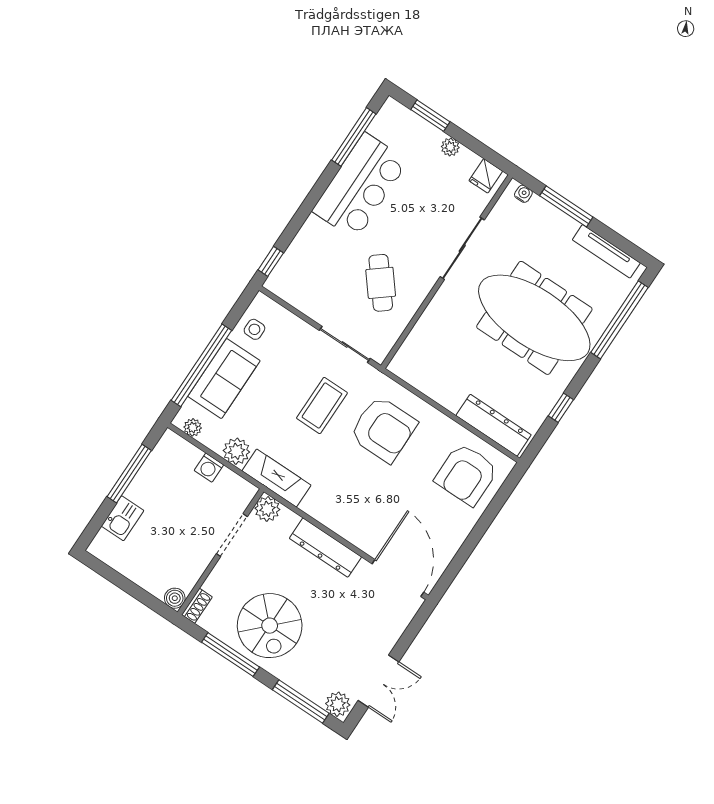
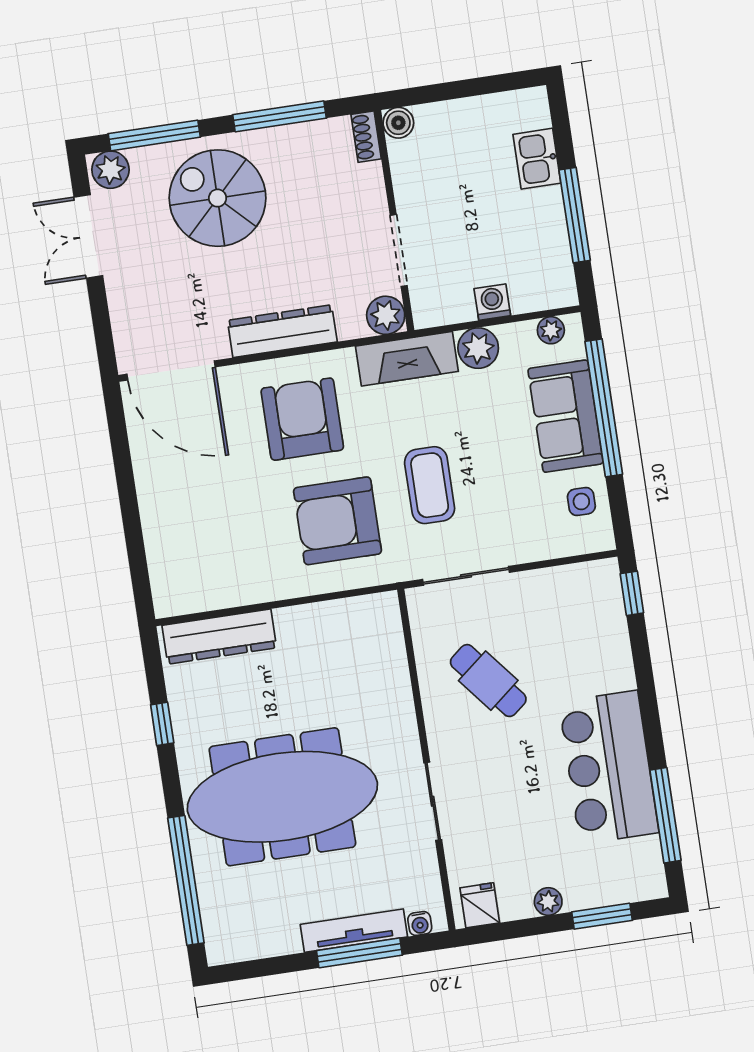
sliding door: (462, 248) -> (433, 801), width x0.73
tv unit: (606, 251) -> (354, 931), moved
armchair: (466, 474) -> (302, 419), moved
spiral stairs: (270, 626) -> (218, 198), moved

